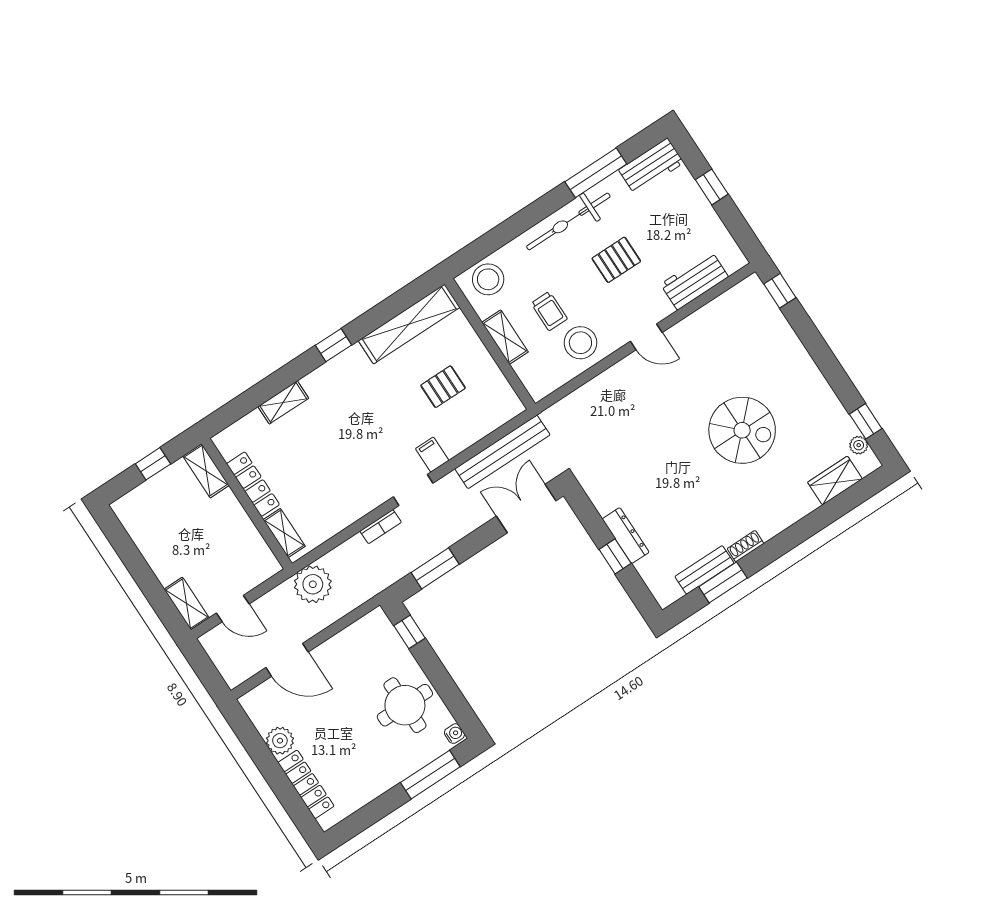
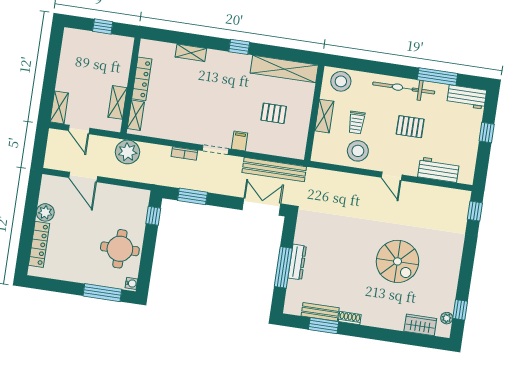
shelving: (206, 471) -> (117, 102), moved
window: (615, 556) -> (283, 267), width x2.17

